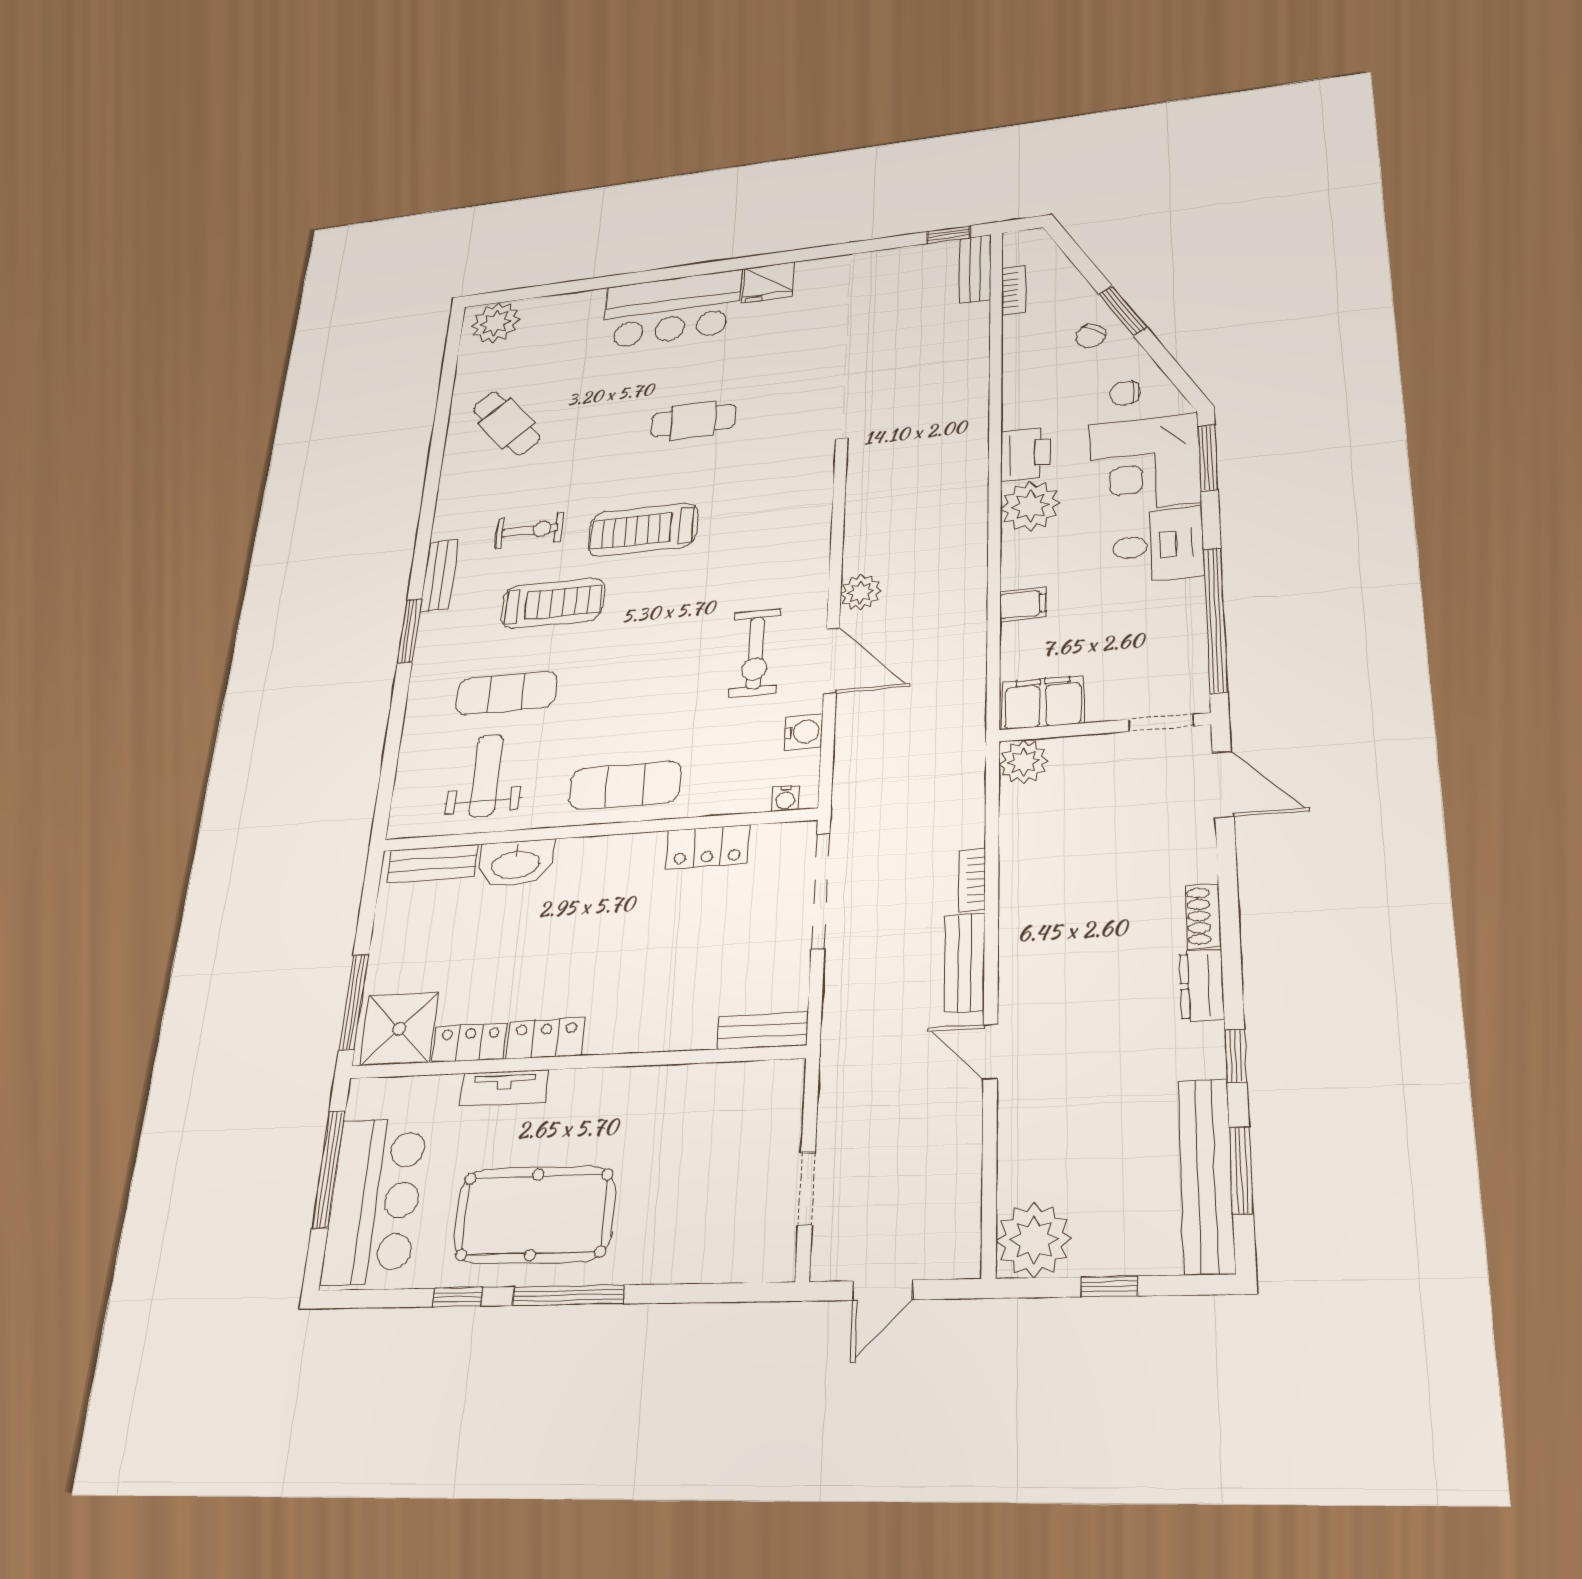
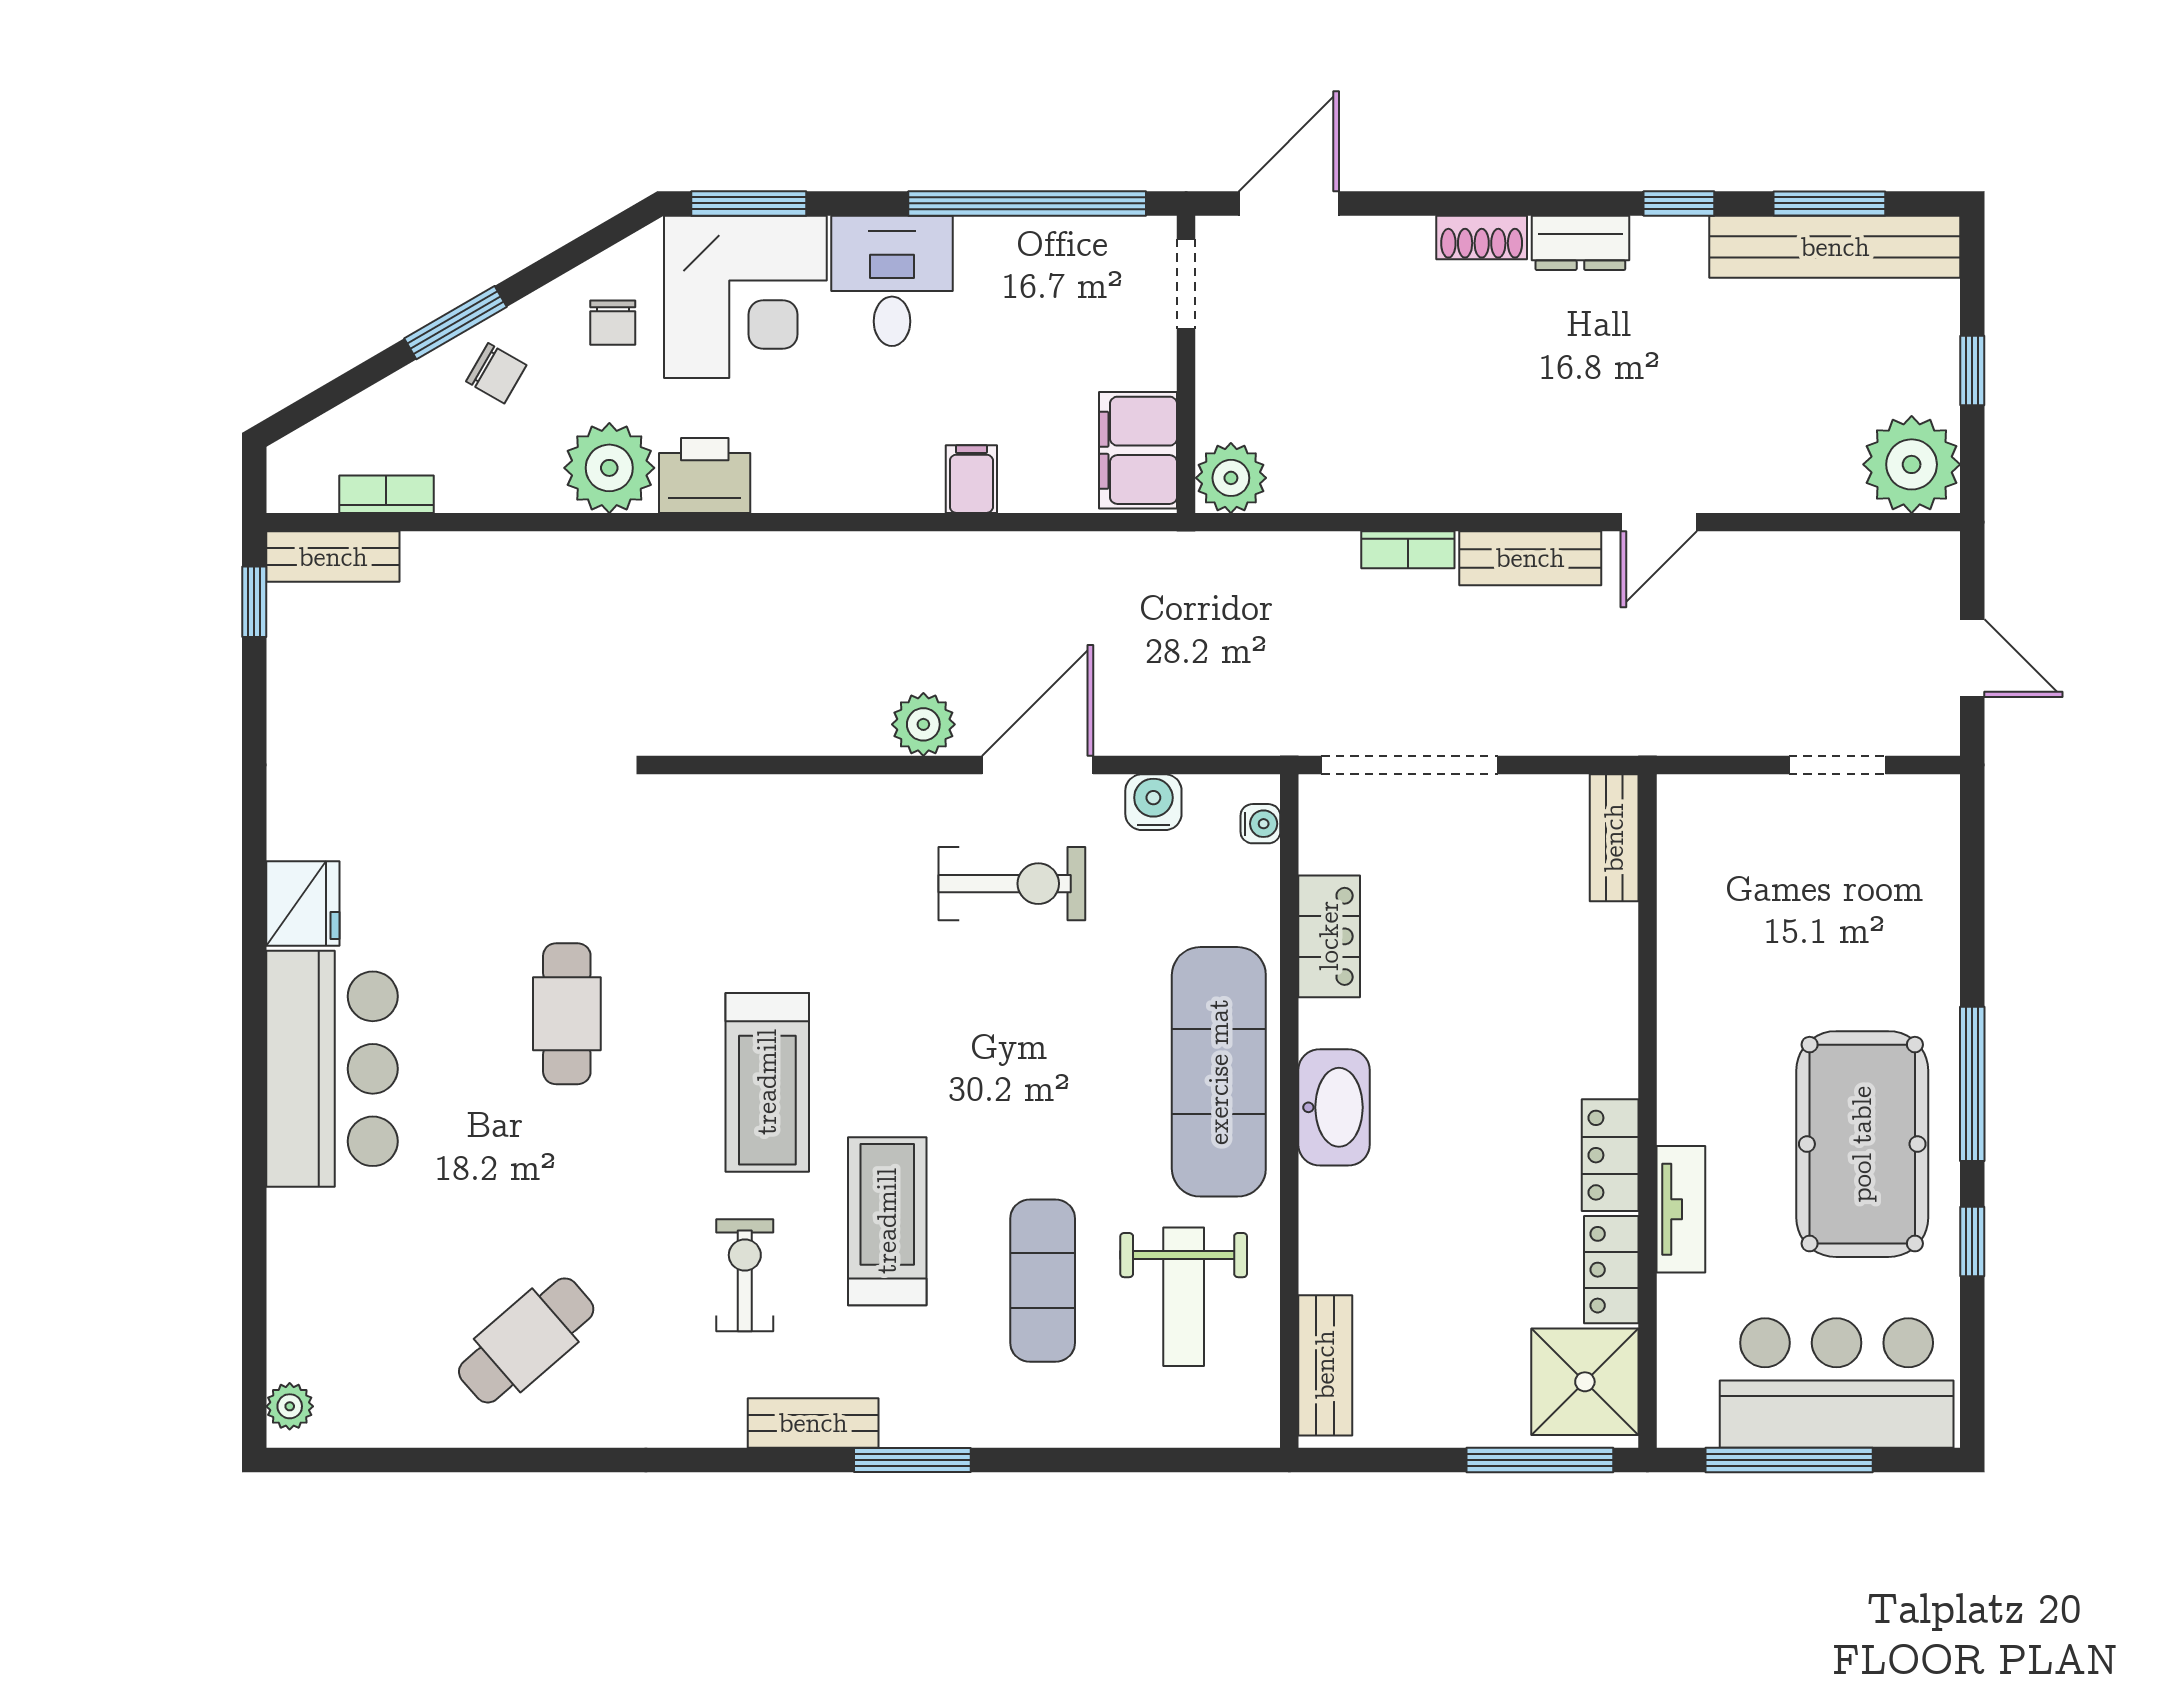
plant: (495, 323) -> (290, 1406), width x0.53, depth x0.53
plant: (1030, 506) -> (609, 468), moved
weight bench: (486, 775) -> (1184, 1297), turned -90
exercise mat: (625, 785) -> (1219, 1072), width x1.36, depth x1.45
washbasin: (515, 863) -> (1334, 1107), moved

